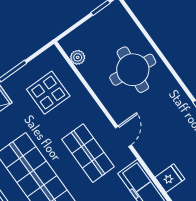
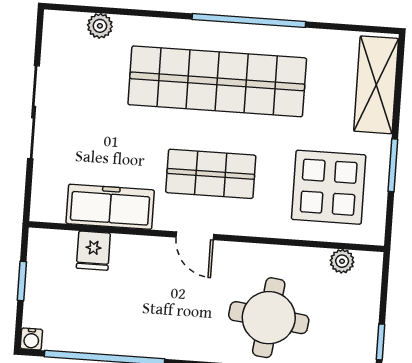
display table: (48, 93) -> (329, 187), width x1.36, depth x1.36

